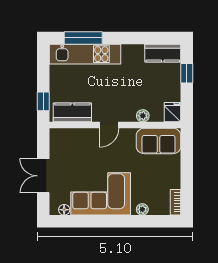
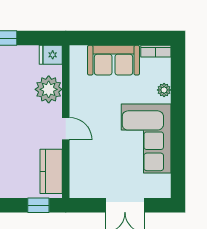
plant: (143, 116) -> (49, 89), width x1.87, depth x1.87
sofa: (159, 141) -> (114, 60), moved, turned 90
floor lamp: (64, 210) -> (164, 181), removed

